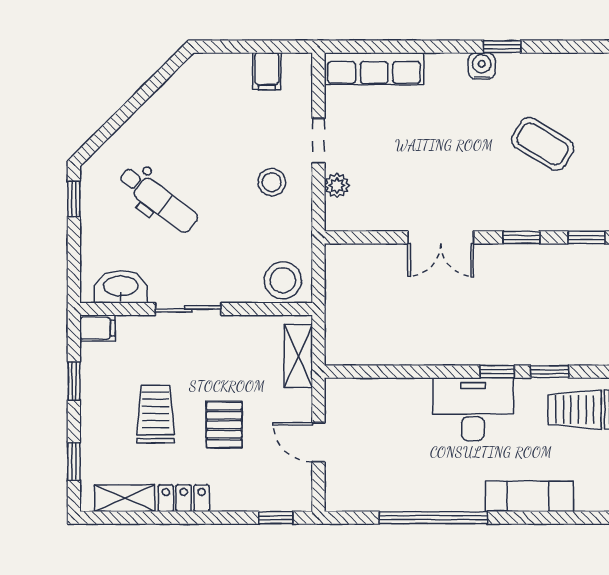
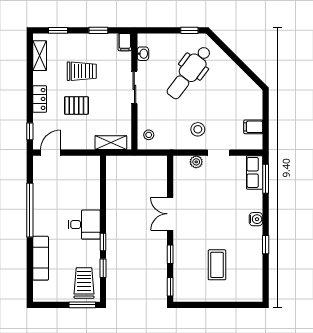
window: (371, 47) -> (266, 179), added
water cooler: (482, 66) -> (256, 219), moved
row of seats: (374, 69) -> (255, 172), width x0.68
coffee table: (543, 144) -> (217, 265), turned -31
dental chair: (158, 200) -> (189, 73), width x1.36, depth x1.38
stool: (283, 280) -> (149, 135), width x0.53, depth x0.53
washbasin: (121, 287) -> (143, 54), width x0.52, depth x0.69
desk: (473, 409) -> (84, 225), width x0.73
door: (318, 442) -> (50, 153), moved
locker: (184, 498) -> (40, 99), moved

